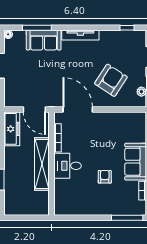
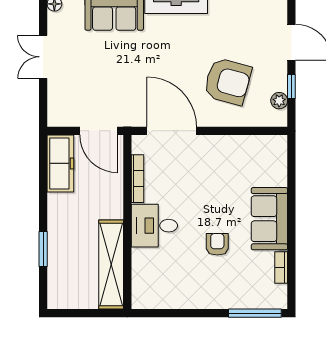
armchair: (111, 80) -> (228, 81), turned 72
shelving: (42, 164) -> (111, 265), moved

